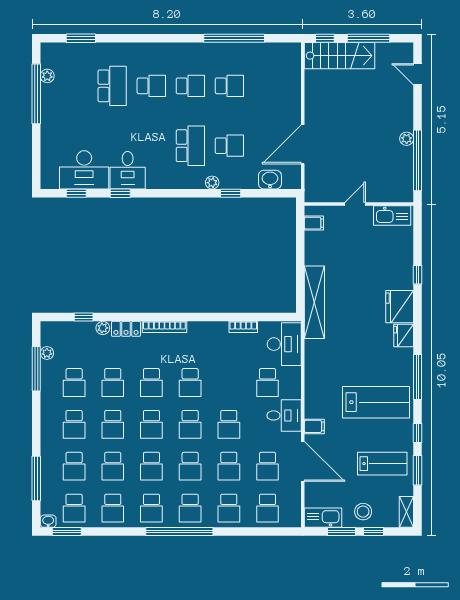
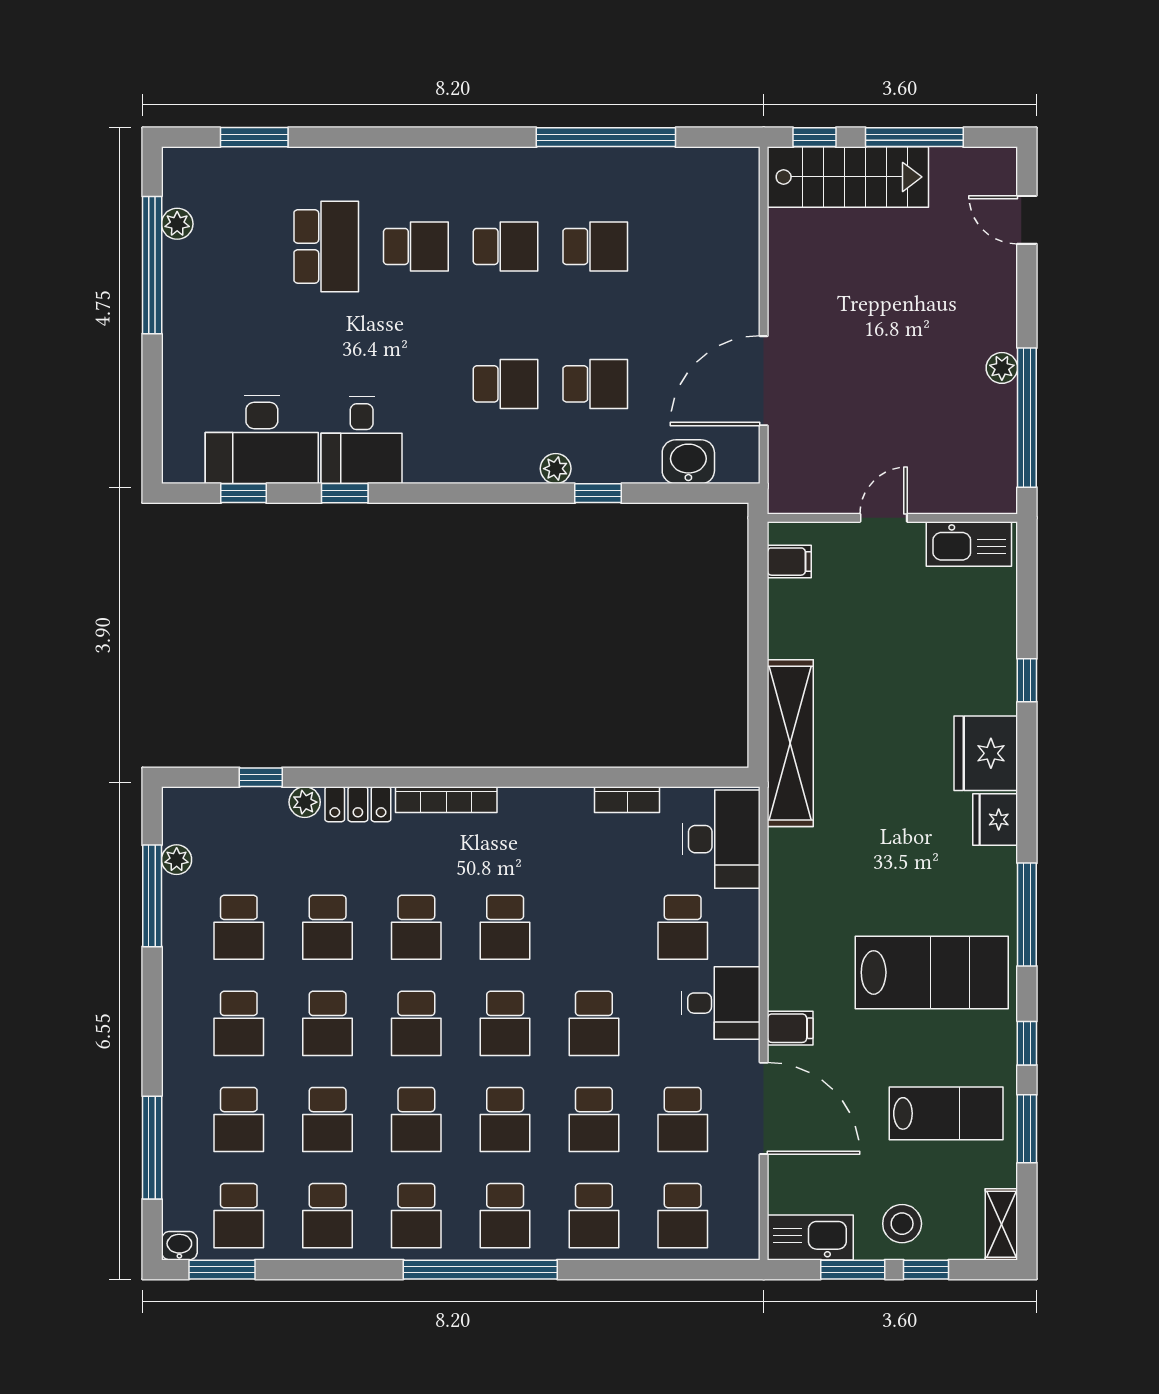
school desk: (190, 146) -> (506, 384), width x0.54

